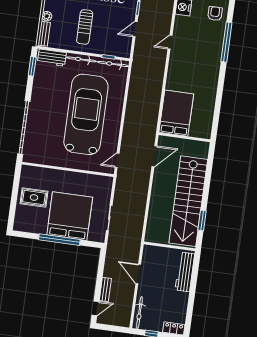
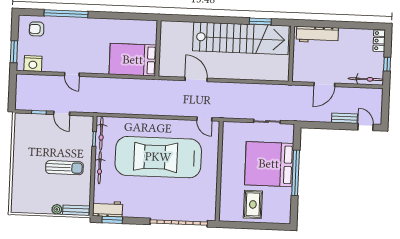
workbench: (52, 58) -> (108, 209), moved, turned -90
bed: (176, 113) -> (133, 60), moved
wall: (184, 137) -> (158, 48), moved

